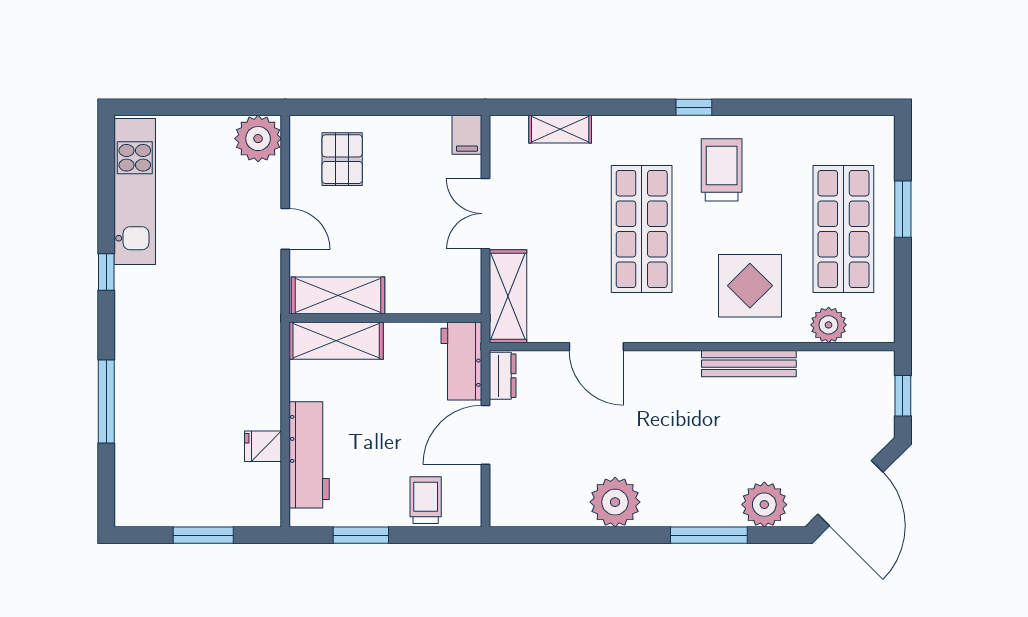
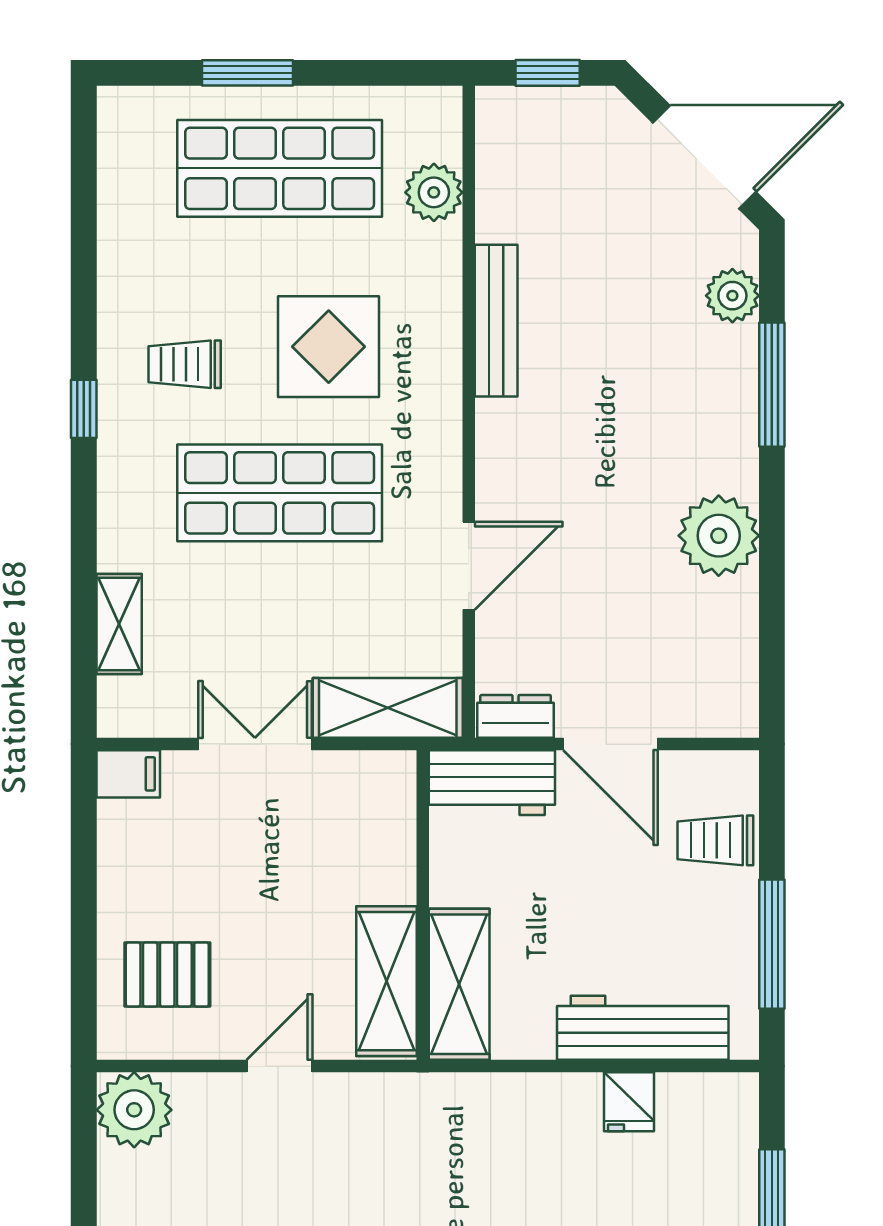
trolley: (722, 170) -> (185, 364), width x0.73, depth x0.72
double door: (485, 214) -> (255, 744), swing flipped
display table: (750, 286) -> (329, 347), moved
plant: (764, 505) -> (732, 296), width x0.73, depth x0.73
window: (361, 535) -> (772, 944), width x1.44

